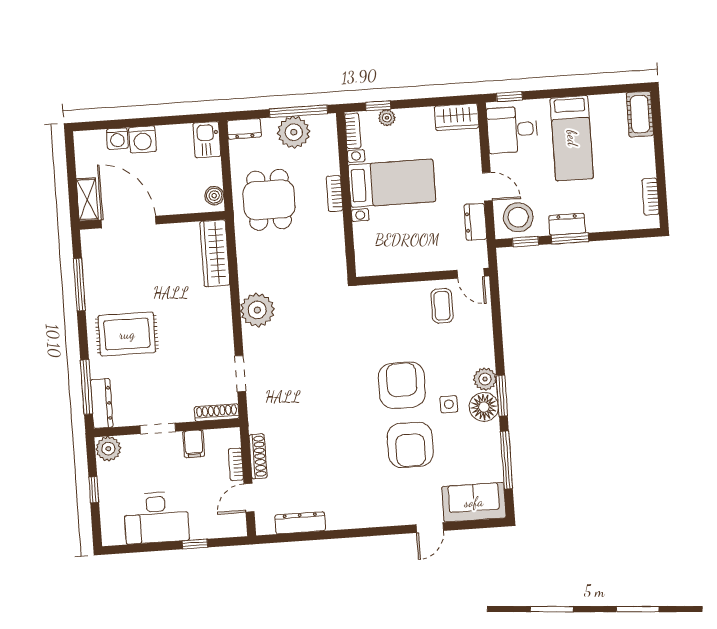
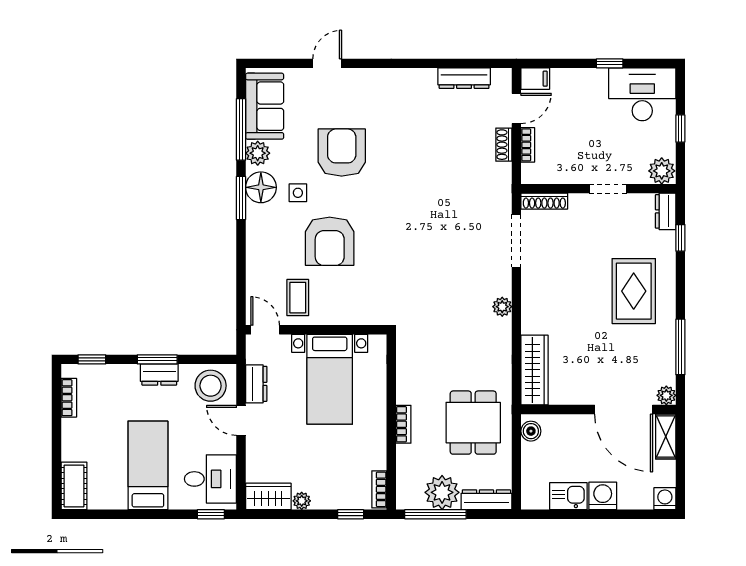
plant: (387, 118) -> (302, 501), moved
dresser: (244, 129) -> (486, 500), width x1.44
washing machine: (117, 139) -> (665, 499), moved
kitchen sink: (207, 140) -> (568, 496), moved, turned -90
bed with nightstands: (392, 183) -> (330, 379), moved, turned -90
plant: (89, 238) -> (666, 395), added
window: (526, 242) -> (92, 359), moved
plant: (257, 310) -> (502, 307), width x0.53, depth x0.53
rug: (127, 334) -> (634, 291), turned 90
doorway: (240, 373) -> (516, 241), width x1.38
plant: (485, 379) -> (258, 153), moved
armchair: (402, 385) -> (330, 241), moved
window: (87, 387) -> (680, 238), width x0.46
dresser: (102, 403) -> (666, 211), width x0.70
filing cabinet: (194, 444) -> (535, 79), moved, turned 90
shoe rack: (258, 456) -> (504, 145), width x0.70
sofa: (474, 502) -> (265, 106), moved, turned -90
desk: (156, 518) -> (642, 94), moved
window: (195, 544) -> (610, 63), moved

